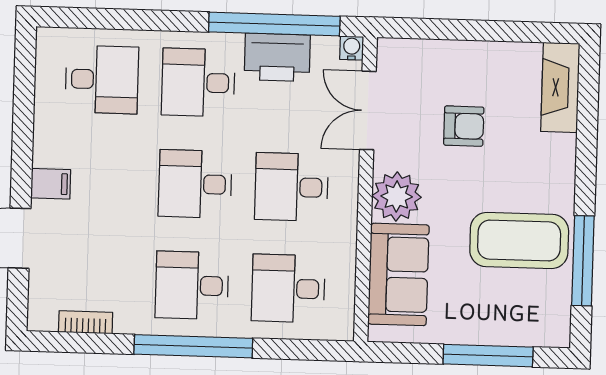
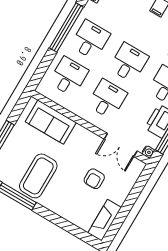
fireplace: (560, 87) -> (105, 220), moved, turned -90
double door: (368, 110) -> (121, 145), swing flipped
plant: (397, 196) -> (81, 138), removed

